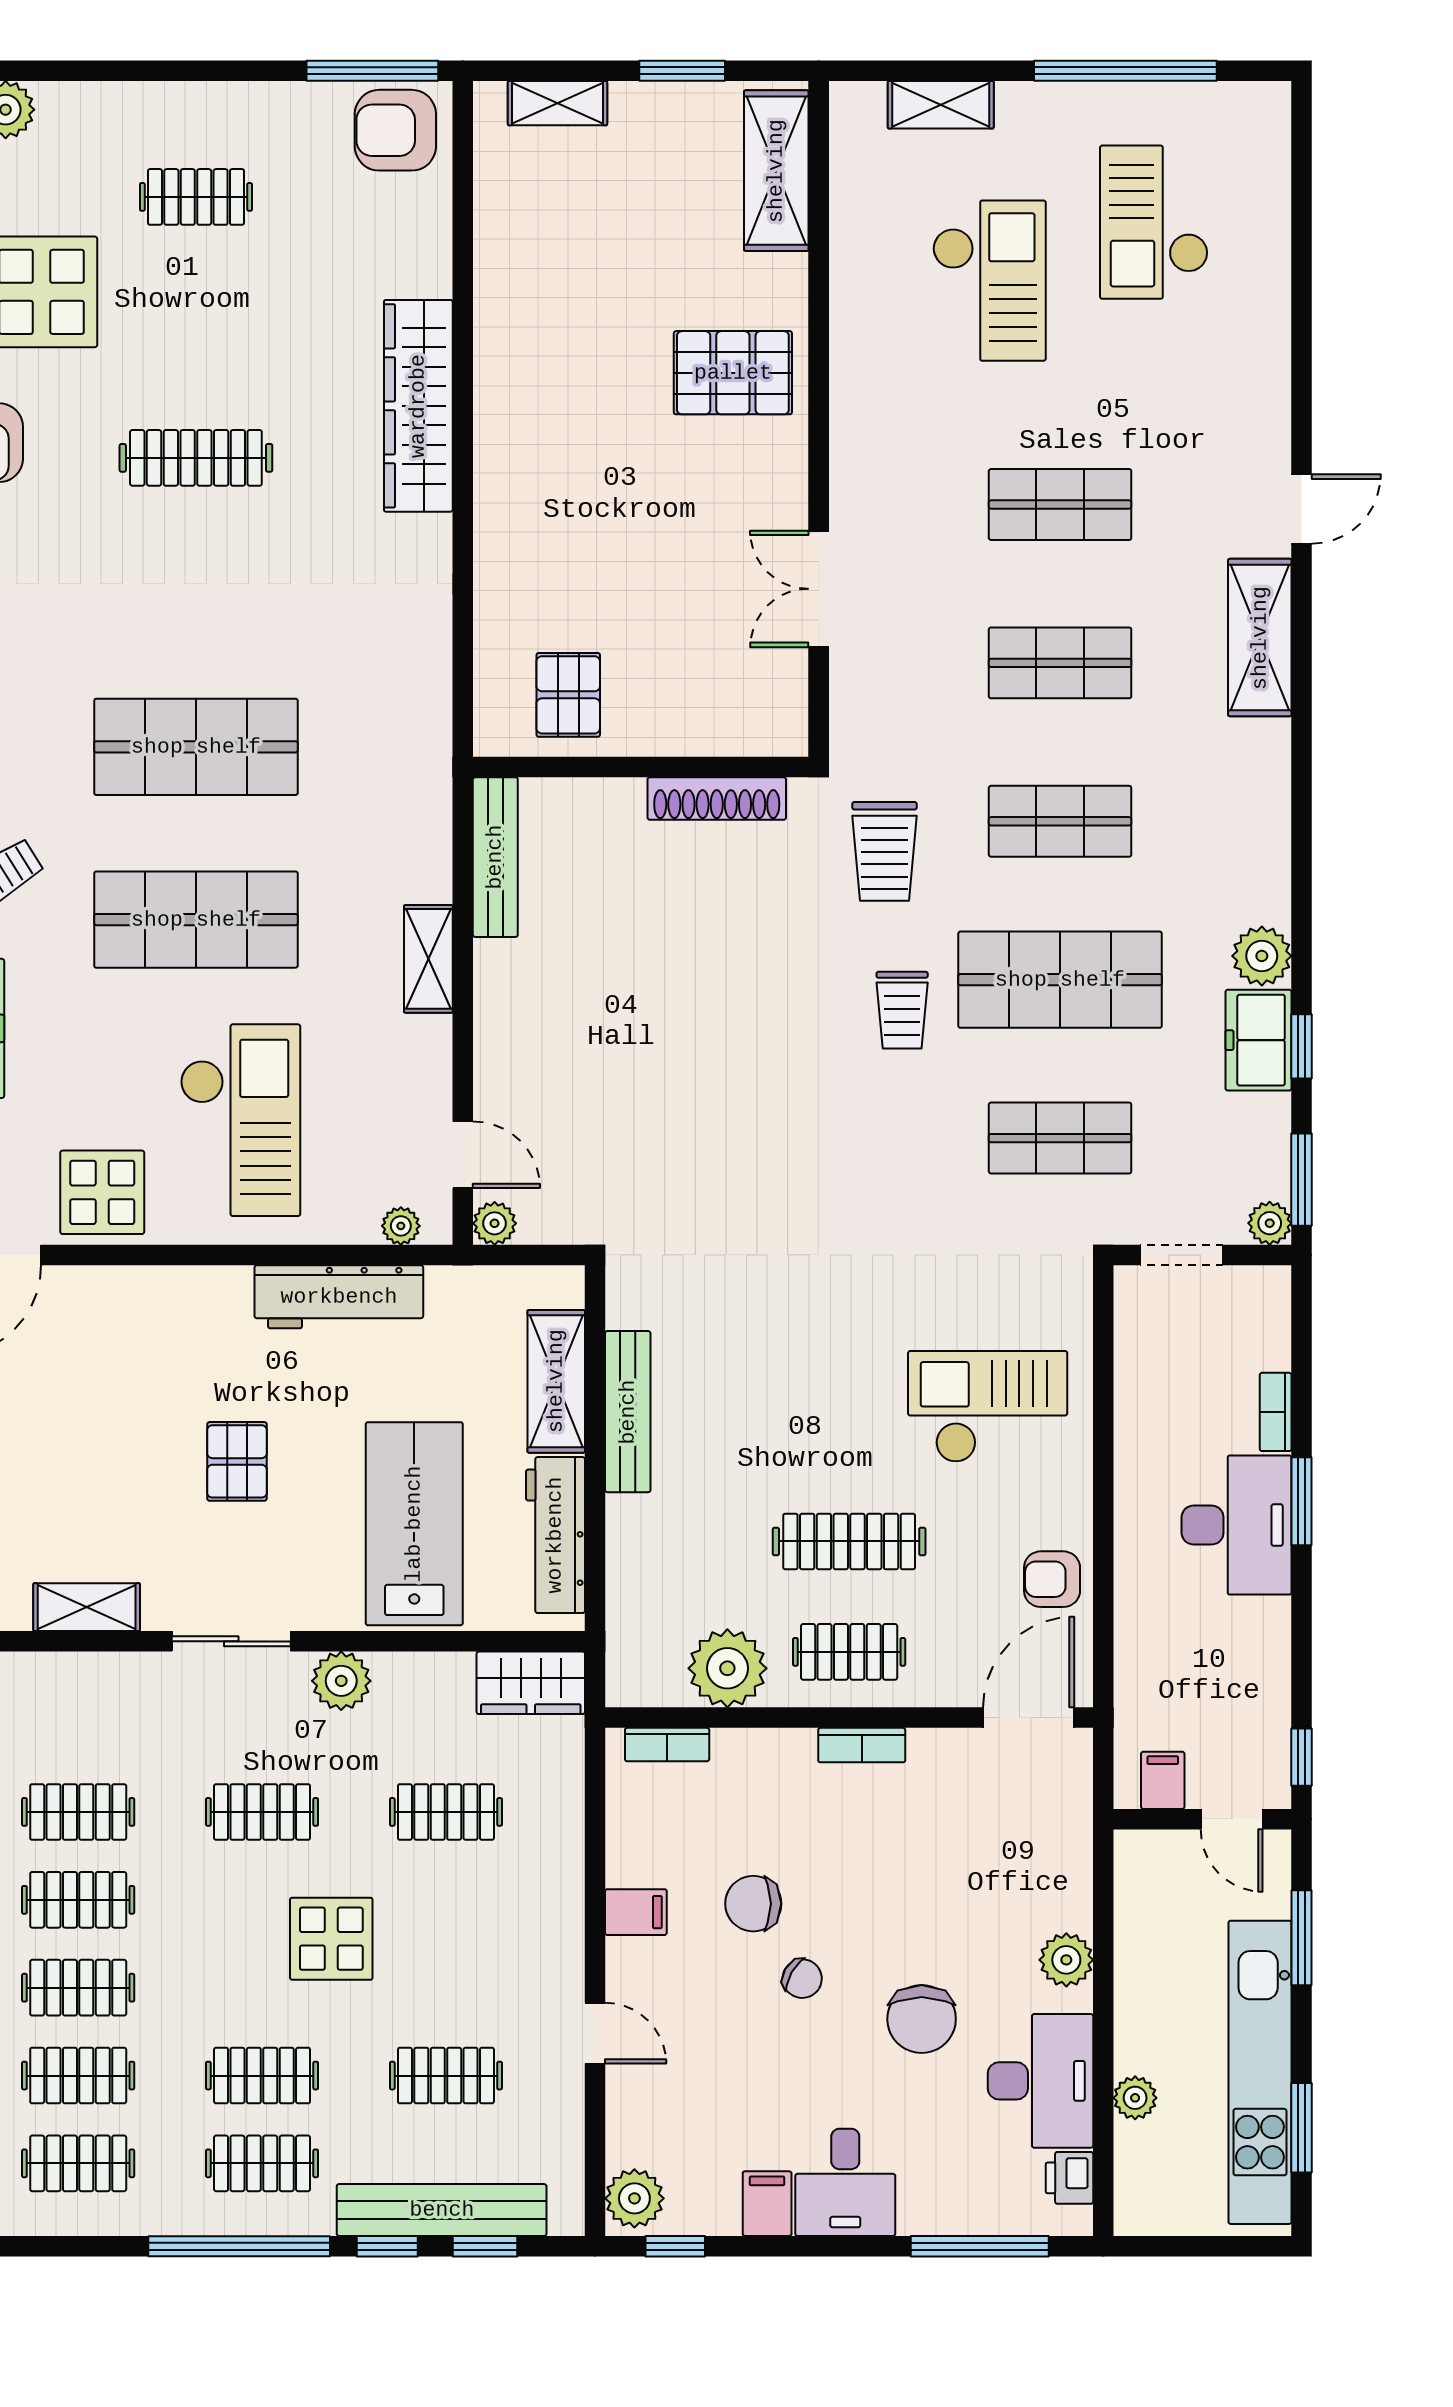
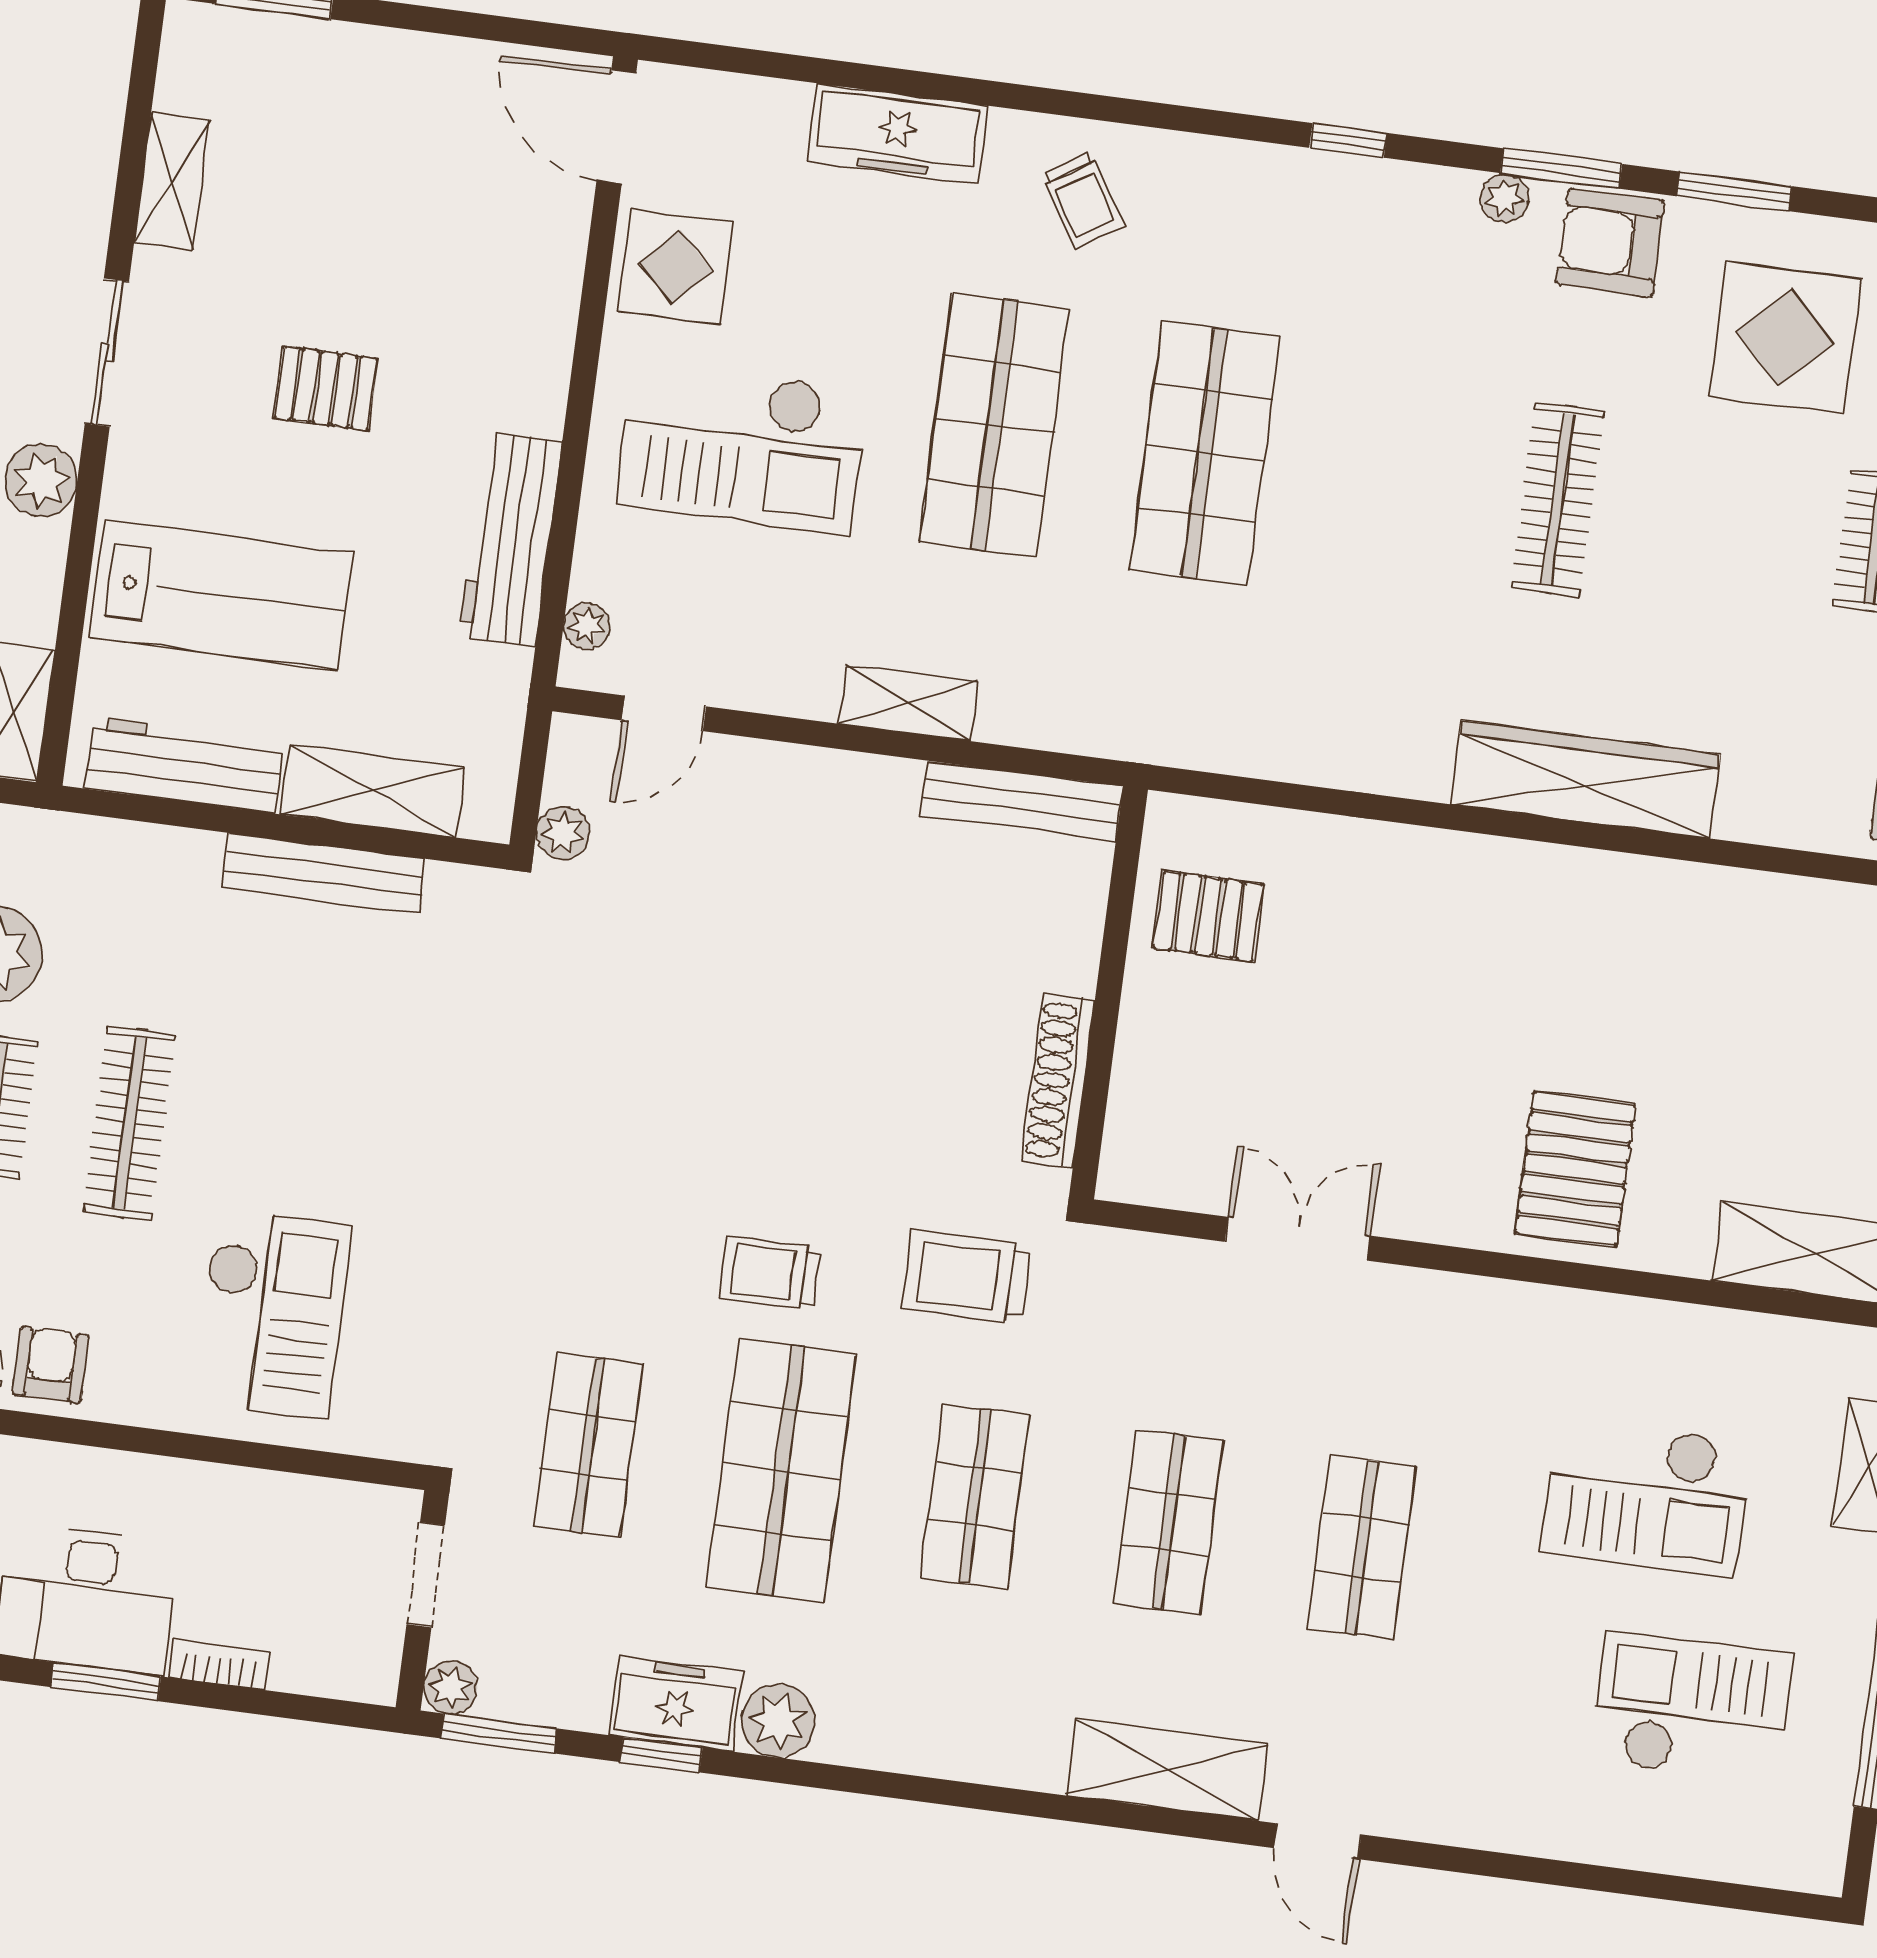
plant: (495, 1223) -> (563, 833), moved

